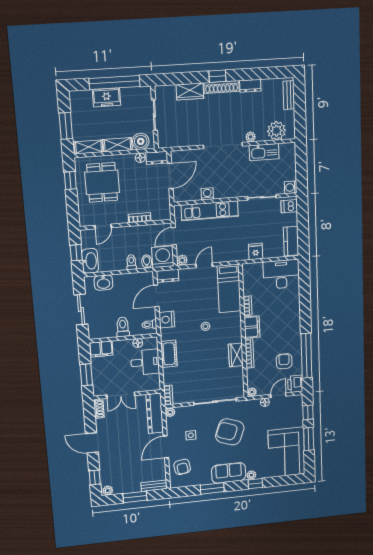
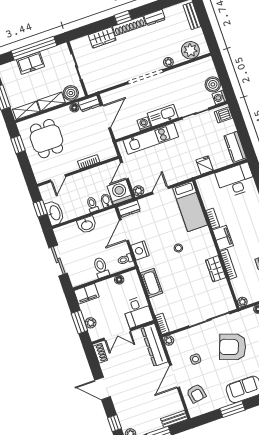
kitchen sink: (264, 152) -> (163, 116), moved, turned 180
boiler: (288, 172) -> (213, 84), added
washbasin: (103, 283) -> (87, 225), moved
desk: (145, 362) -> (137, 312), moved, turned 90
plant: (97, 378) -> (91, 323), added

